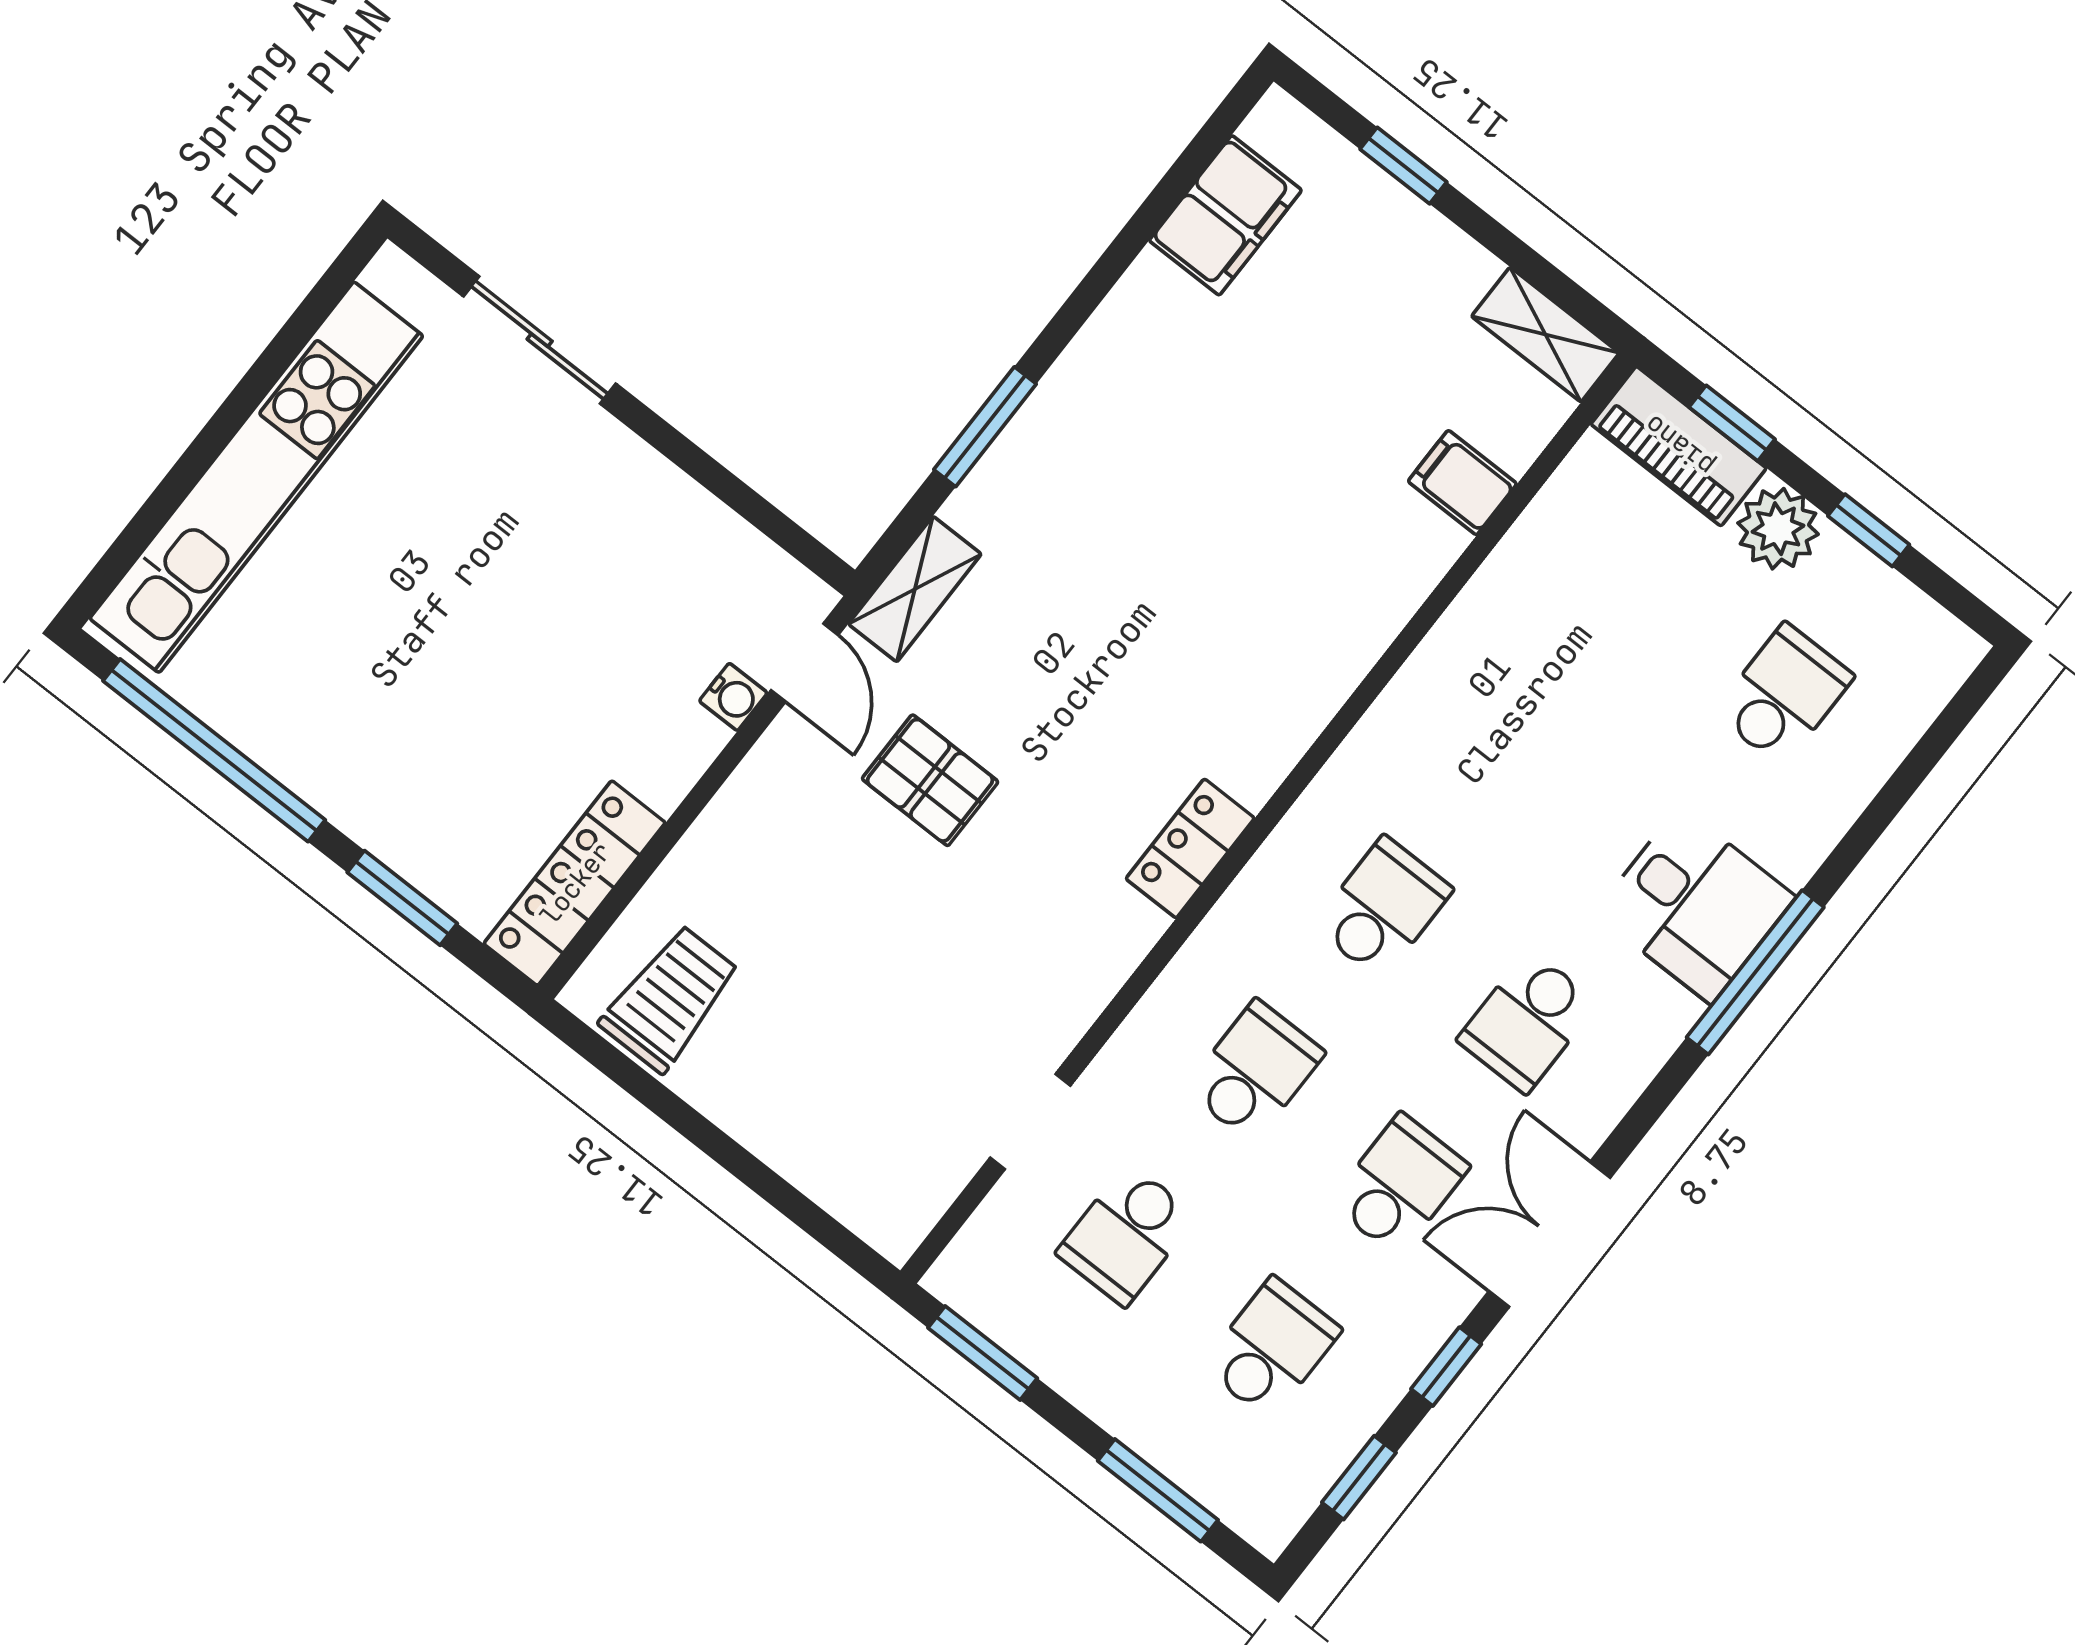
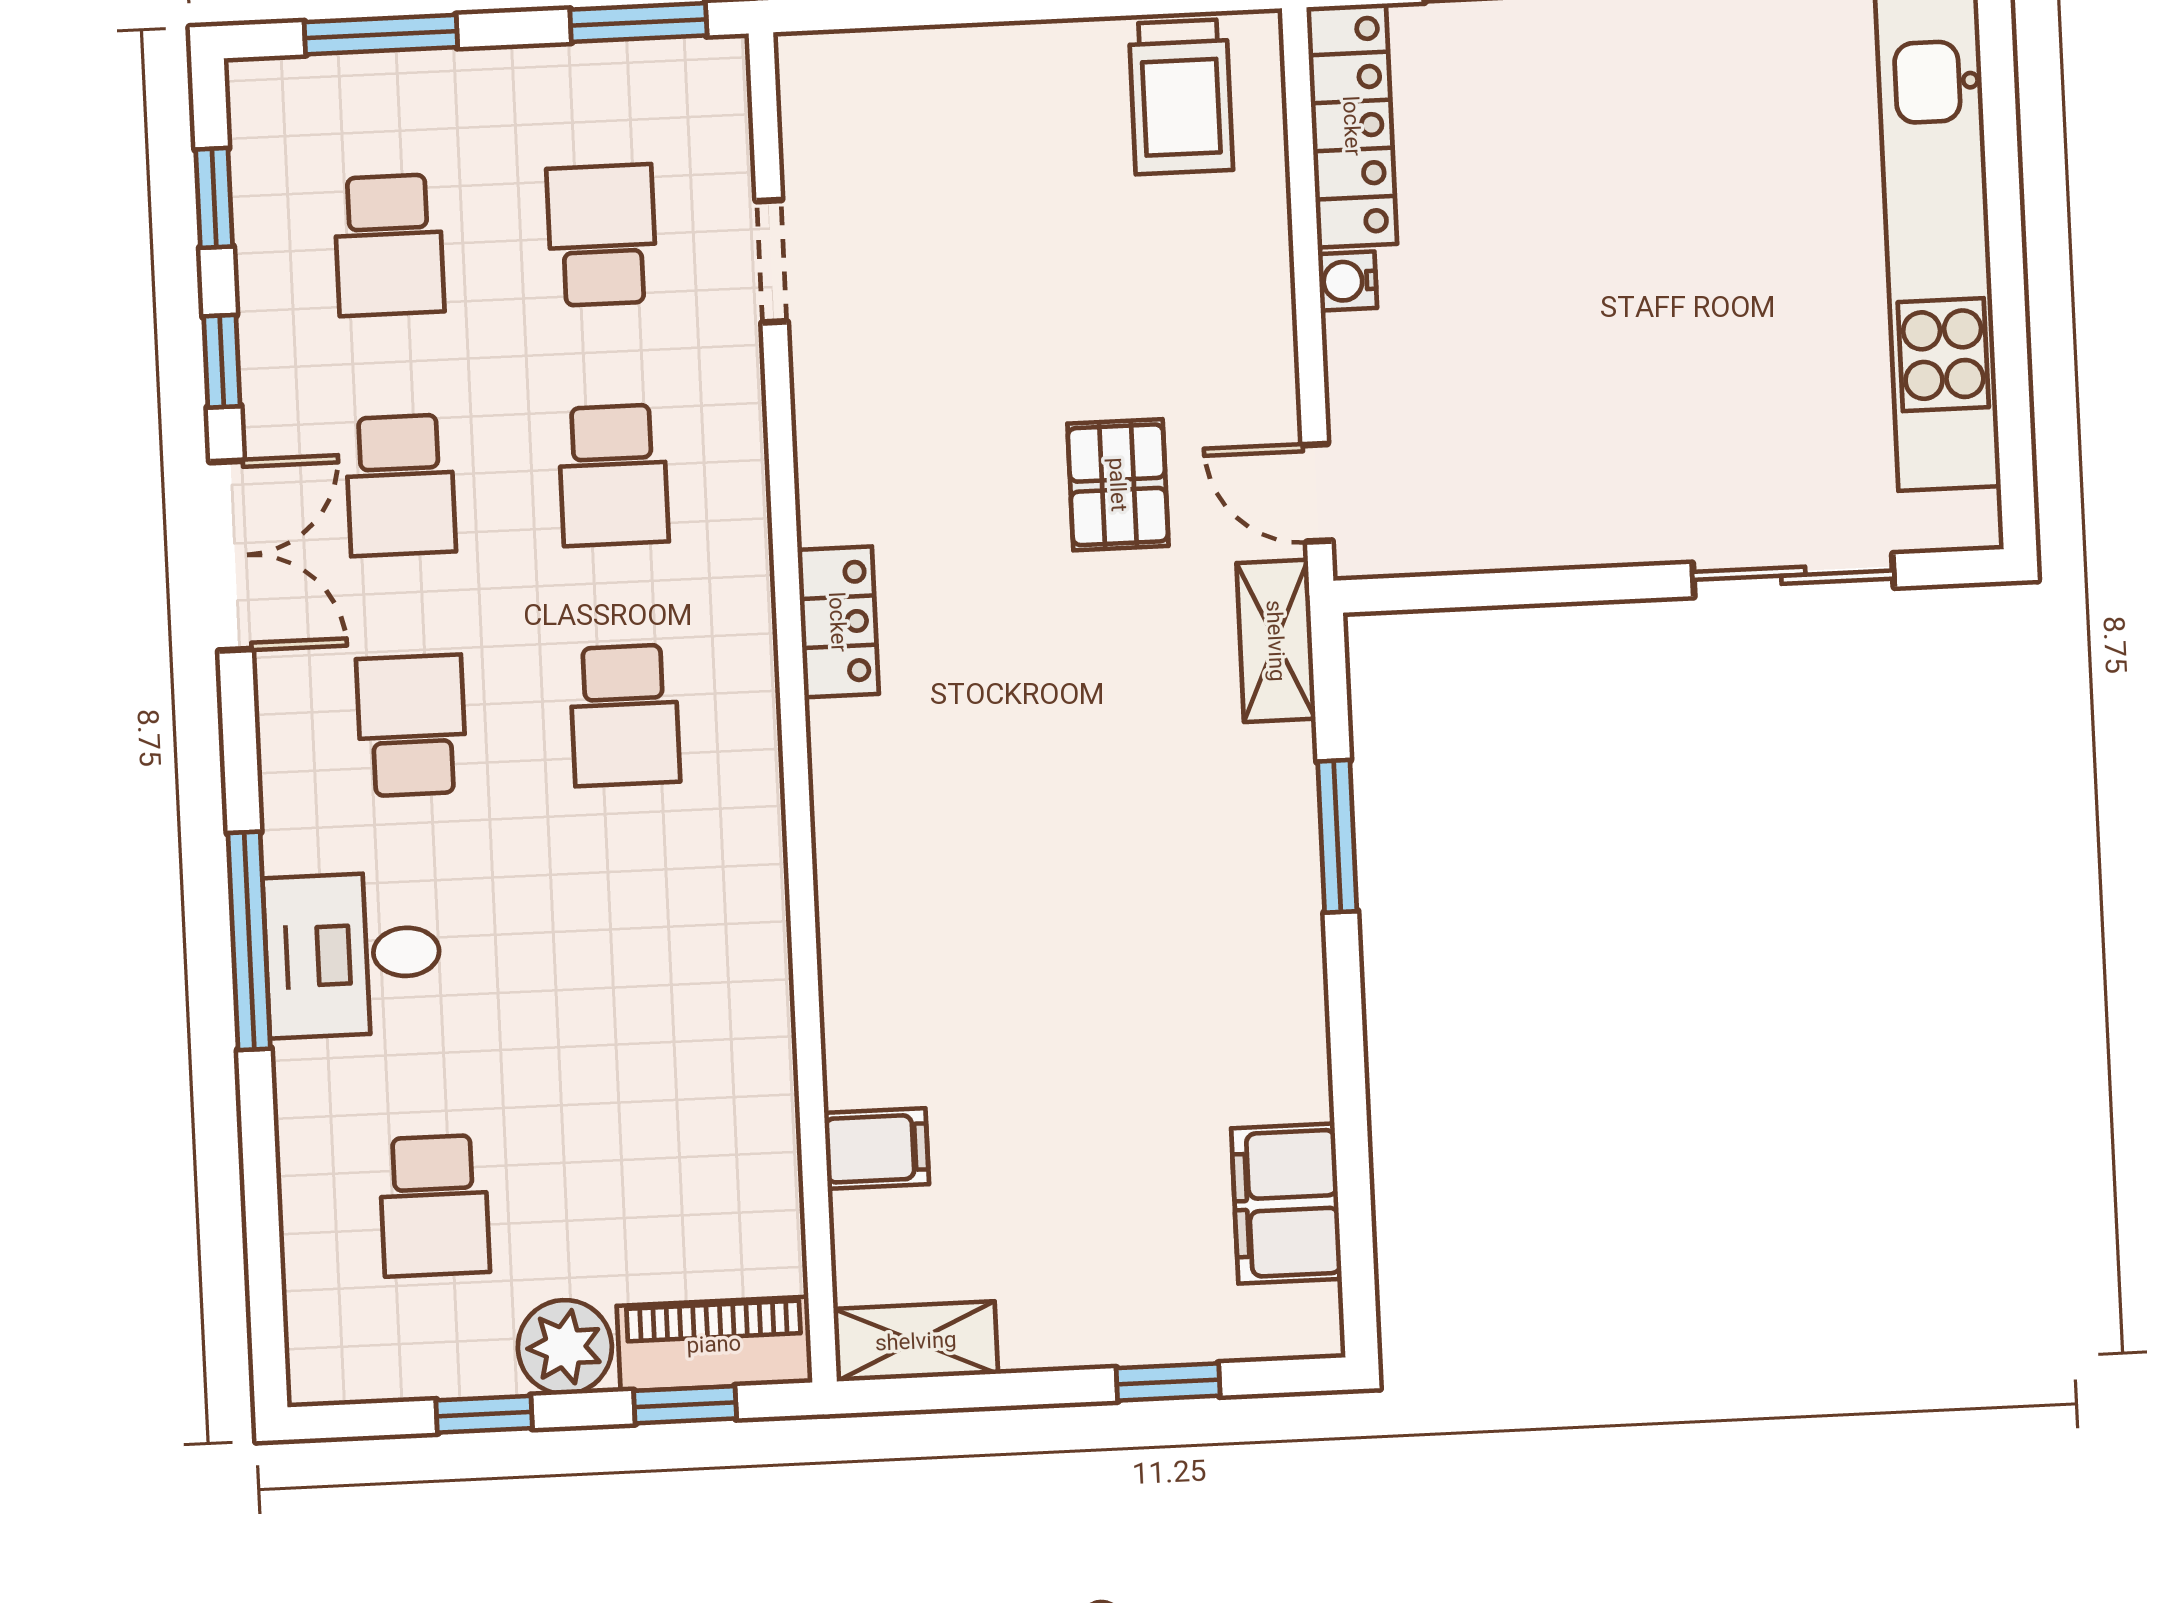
water cooler: (733, 697) -> (1347, 281), moved
pallet: (930, 780) -> (1118, 485), turned 90

